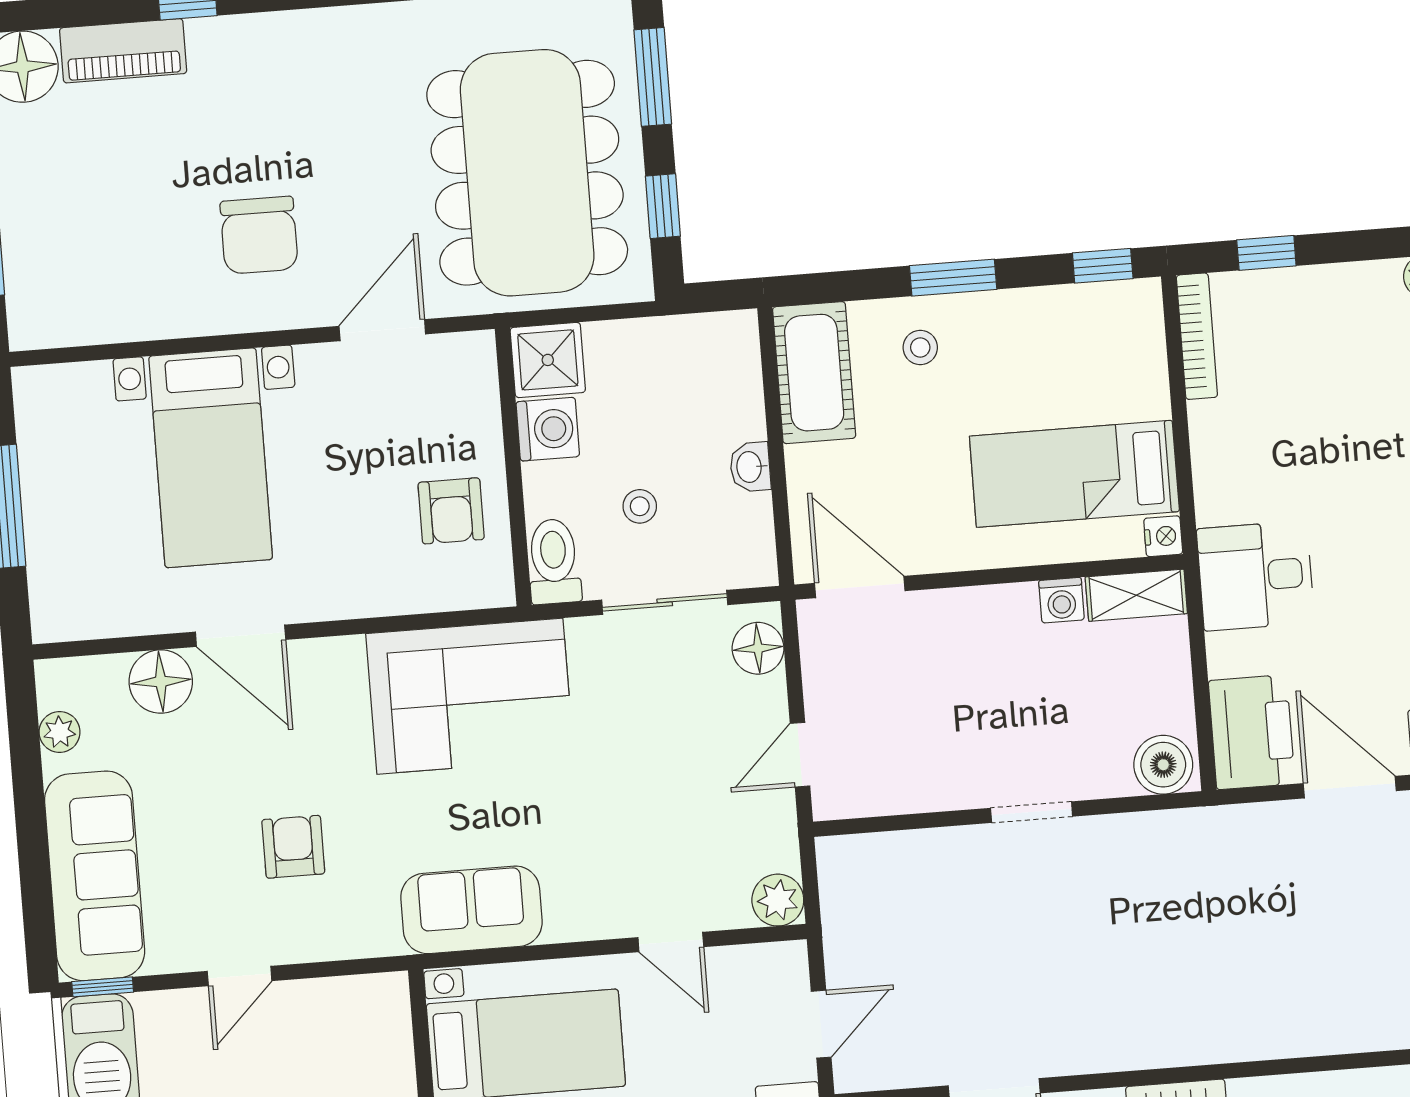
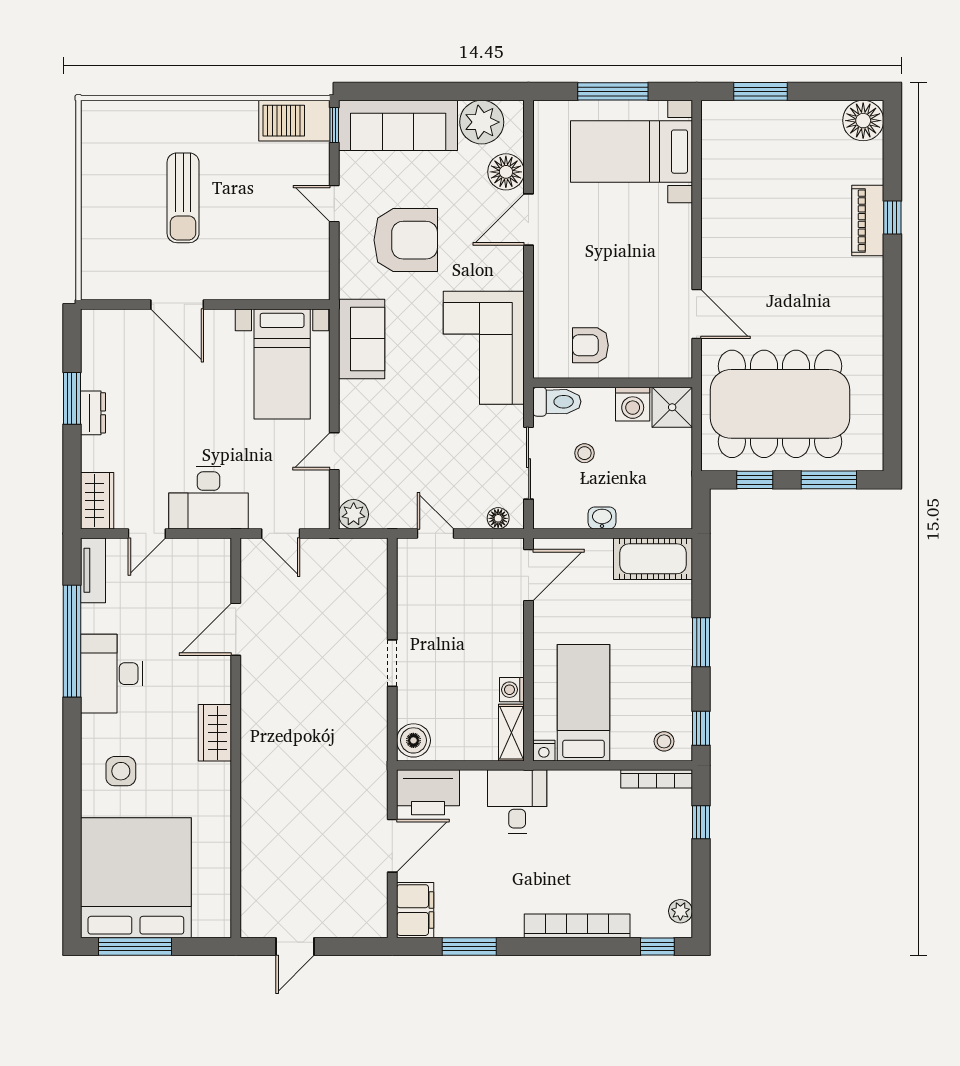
piano: (123, 51) -> (868, 220), moved
chair: (259, 235) -> (756, 248), removed
stool: (920, 347) -> (664, 741), moved
bed with nightstands: (211, 458) -> (631, 152), moved
floor lamp: (758, 648) -> (498, 518), width x0.73, depth x0.73
plant: (60, 732) -> (482, 122), width x1.88, depth x1.88
armchair: (293, 847) -> (406, 240), width x1.88, depth x1.88

